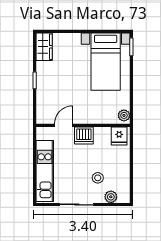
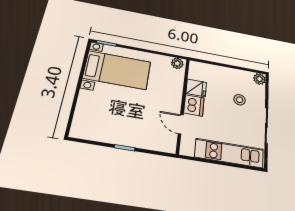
wardrobe: (44, 47) -> (87, 131), removed
fridge: (119, 136) -> (196, 88), moved
plant: (111, 197) -> (259, 79), moved

